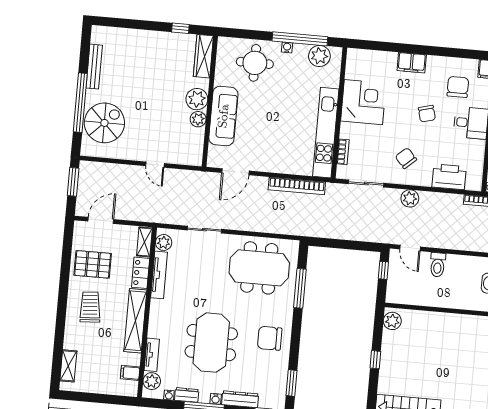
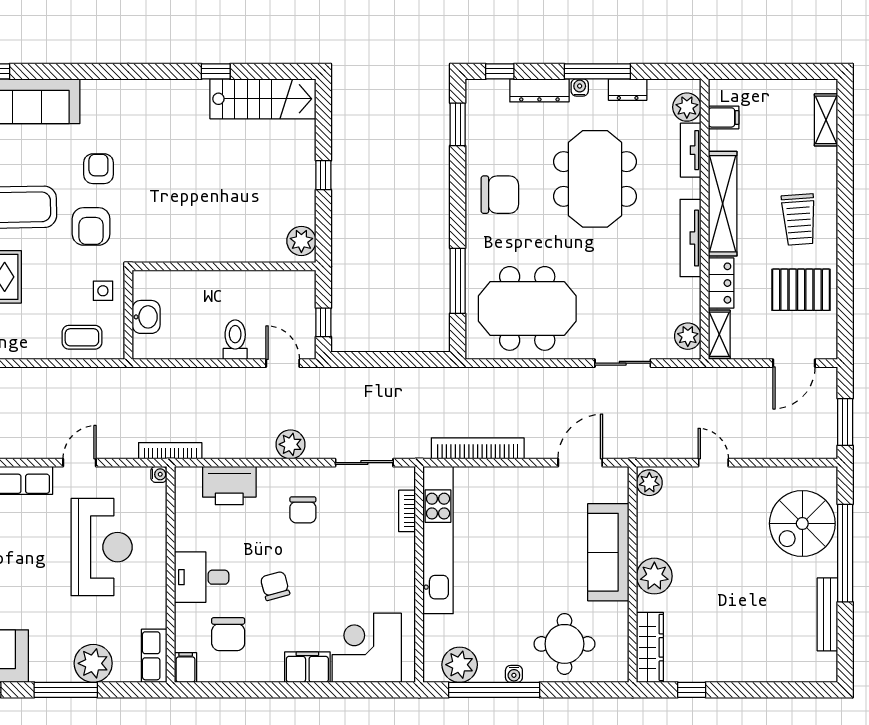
corner desk: (363, 102) -> (367, 648), moved, turned 90
plant: (198, 119) -> (649, 483), moved
chair: (406, 158) -> (303, 510), turned 42
tv unit: (159, 275) -> (690, 238), moved
water cooler: (169, 395) -> (657, 87), removed

